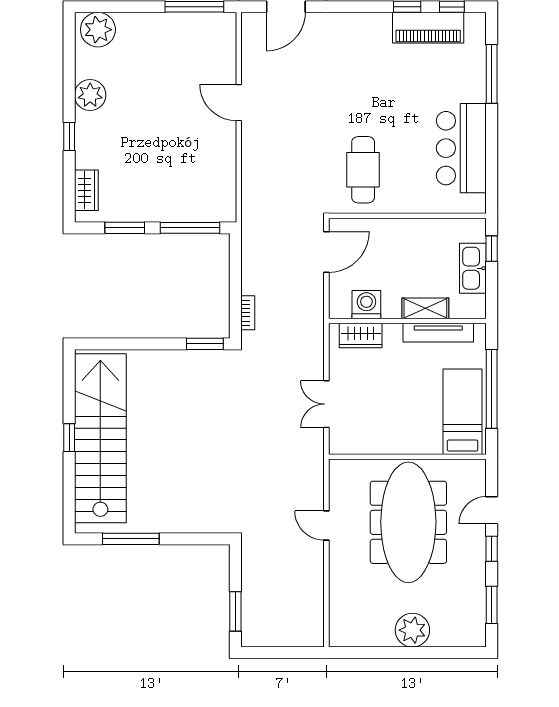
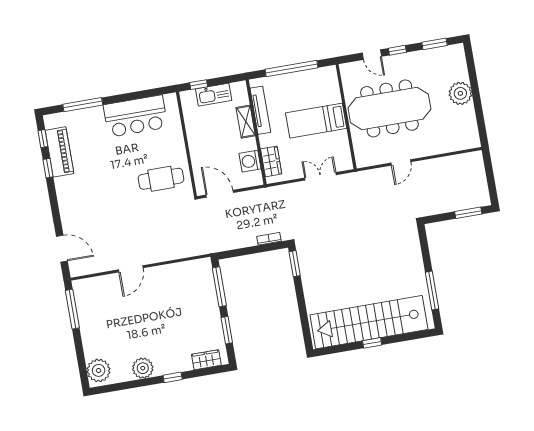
double door: (326, 404) -> (321, 176), swing flipped
bed: (463, 412) -> (316, 121), moved

